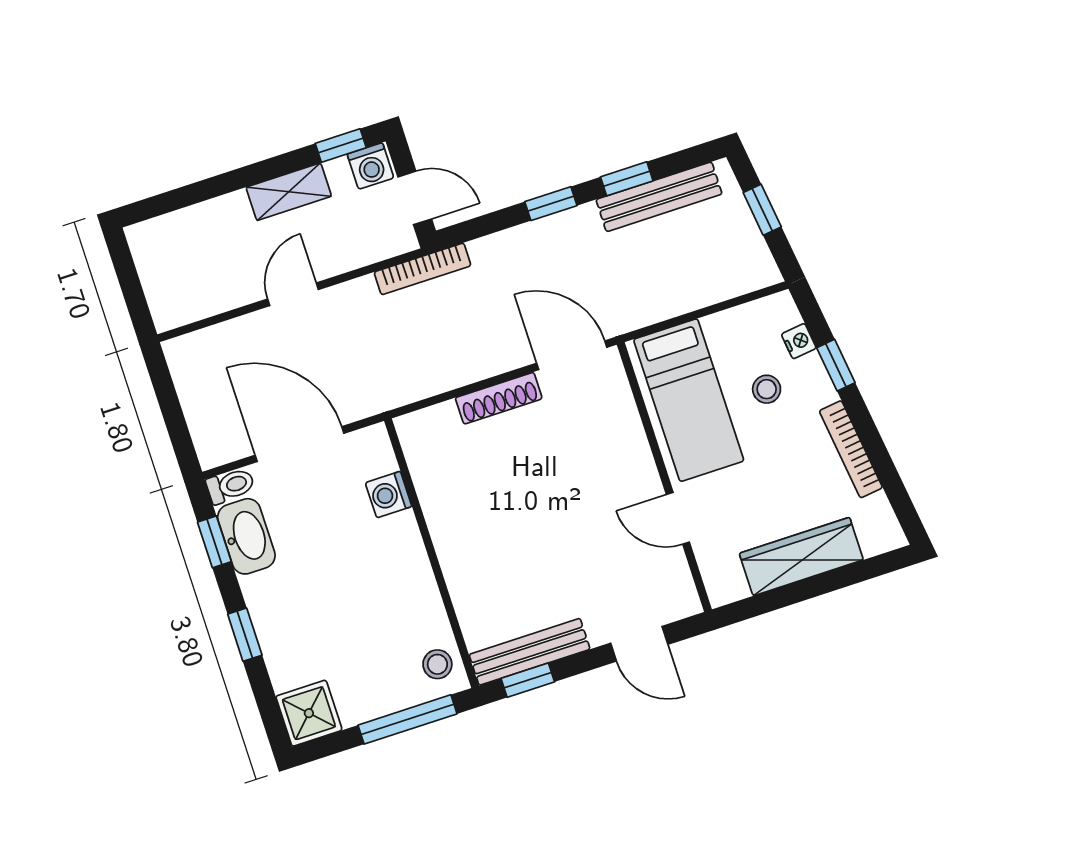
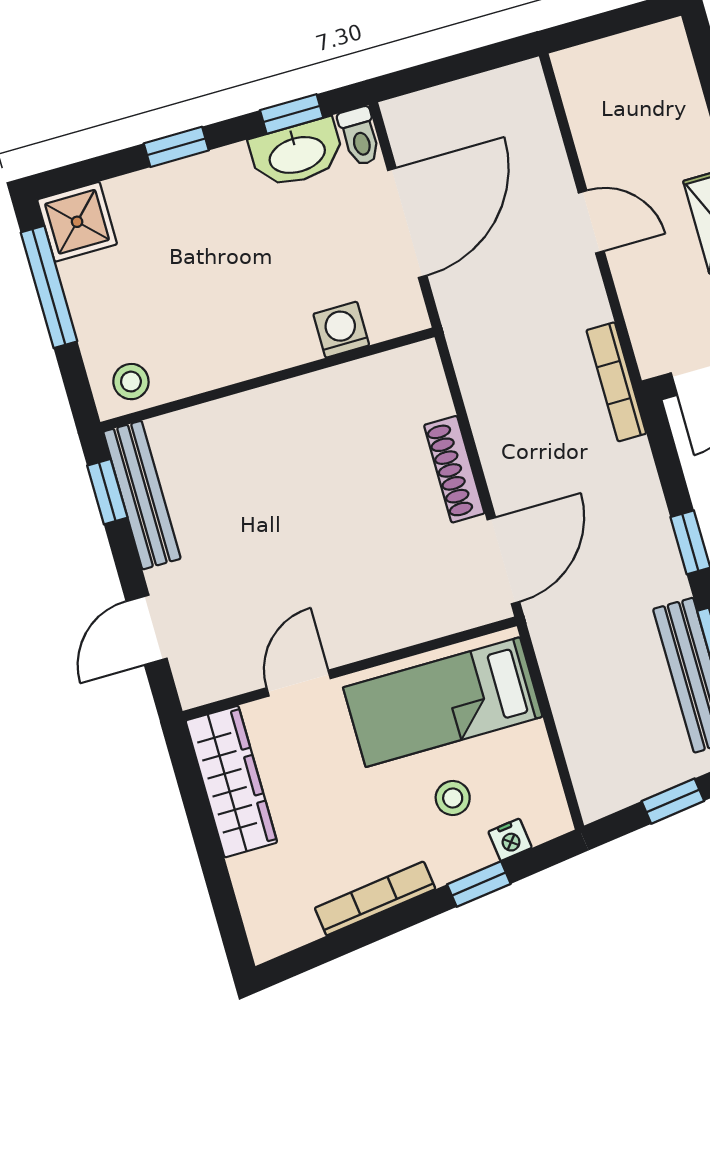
wardrobe: (801, 557) -> (231, 782), moved
window: (407, 719) -> (49, 287), moved

